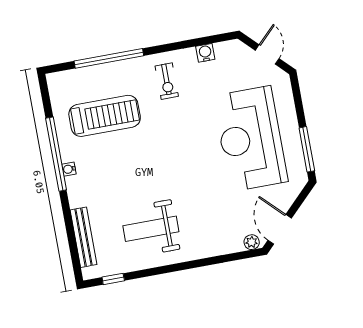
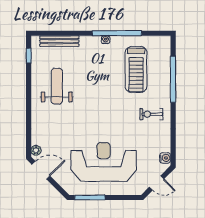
water cooler: (205, 53) -> (165, 158), moved

